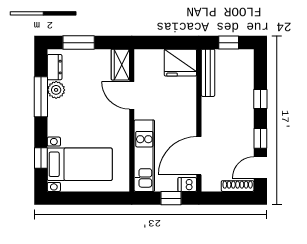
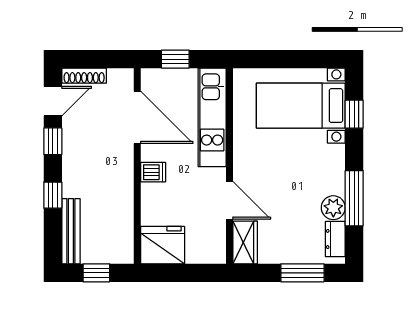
bench: (208, 73) -> (71, 231), moved
door: (199, 156) -> (137, 117), hinge flipped
dishwasher: (187, 185) -> (153, 172), moved

